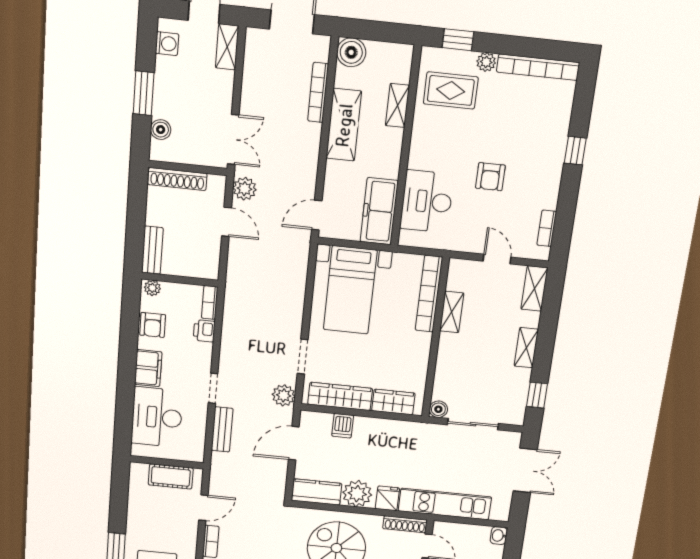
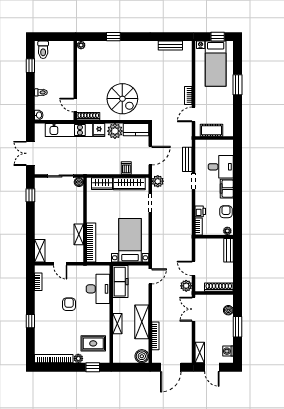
shelving: (398, 105) -> (117, 324), moved
shelving: (526, 348) -> (39, 220), removed
desk: (157, 417) -> (221, 167), width x0.73

